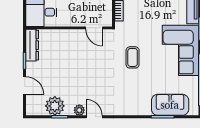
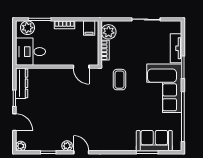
coffee table: (133, 57) -> (119, 80), moved
plant: (55, 106) -> (21, 146), moved, width x0.53, depth x0.53

